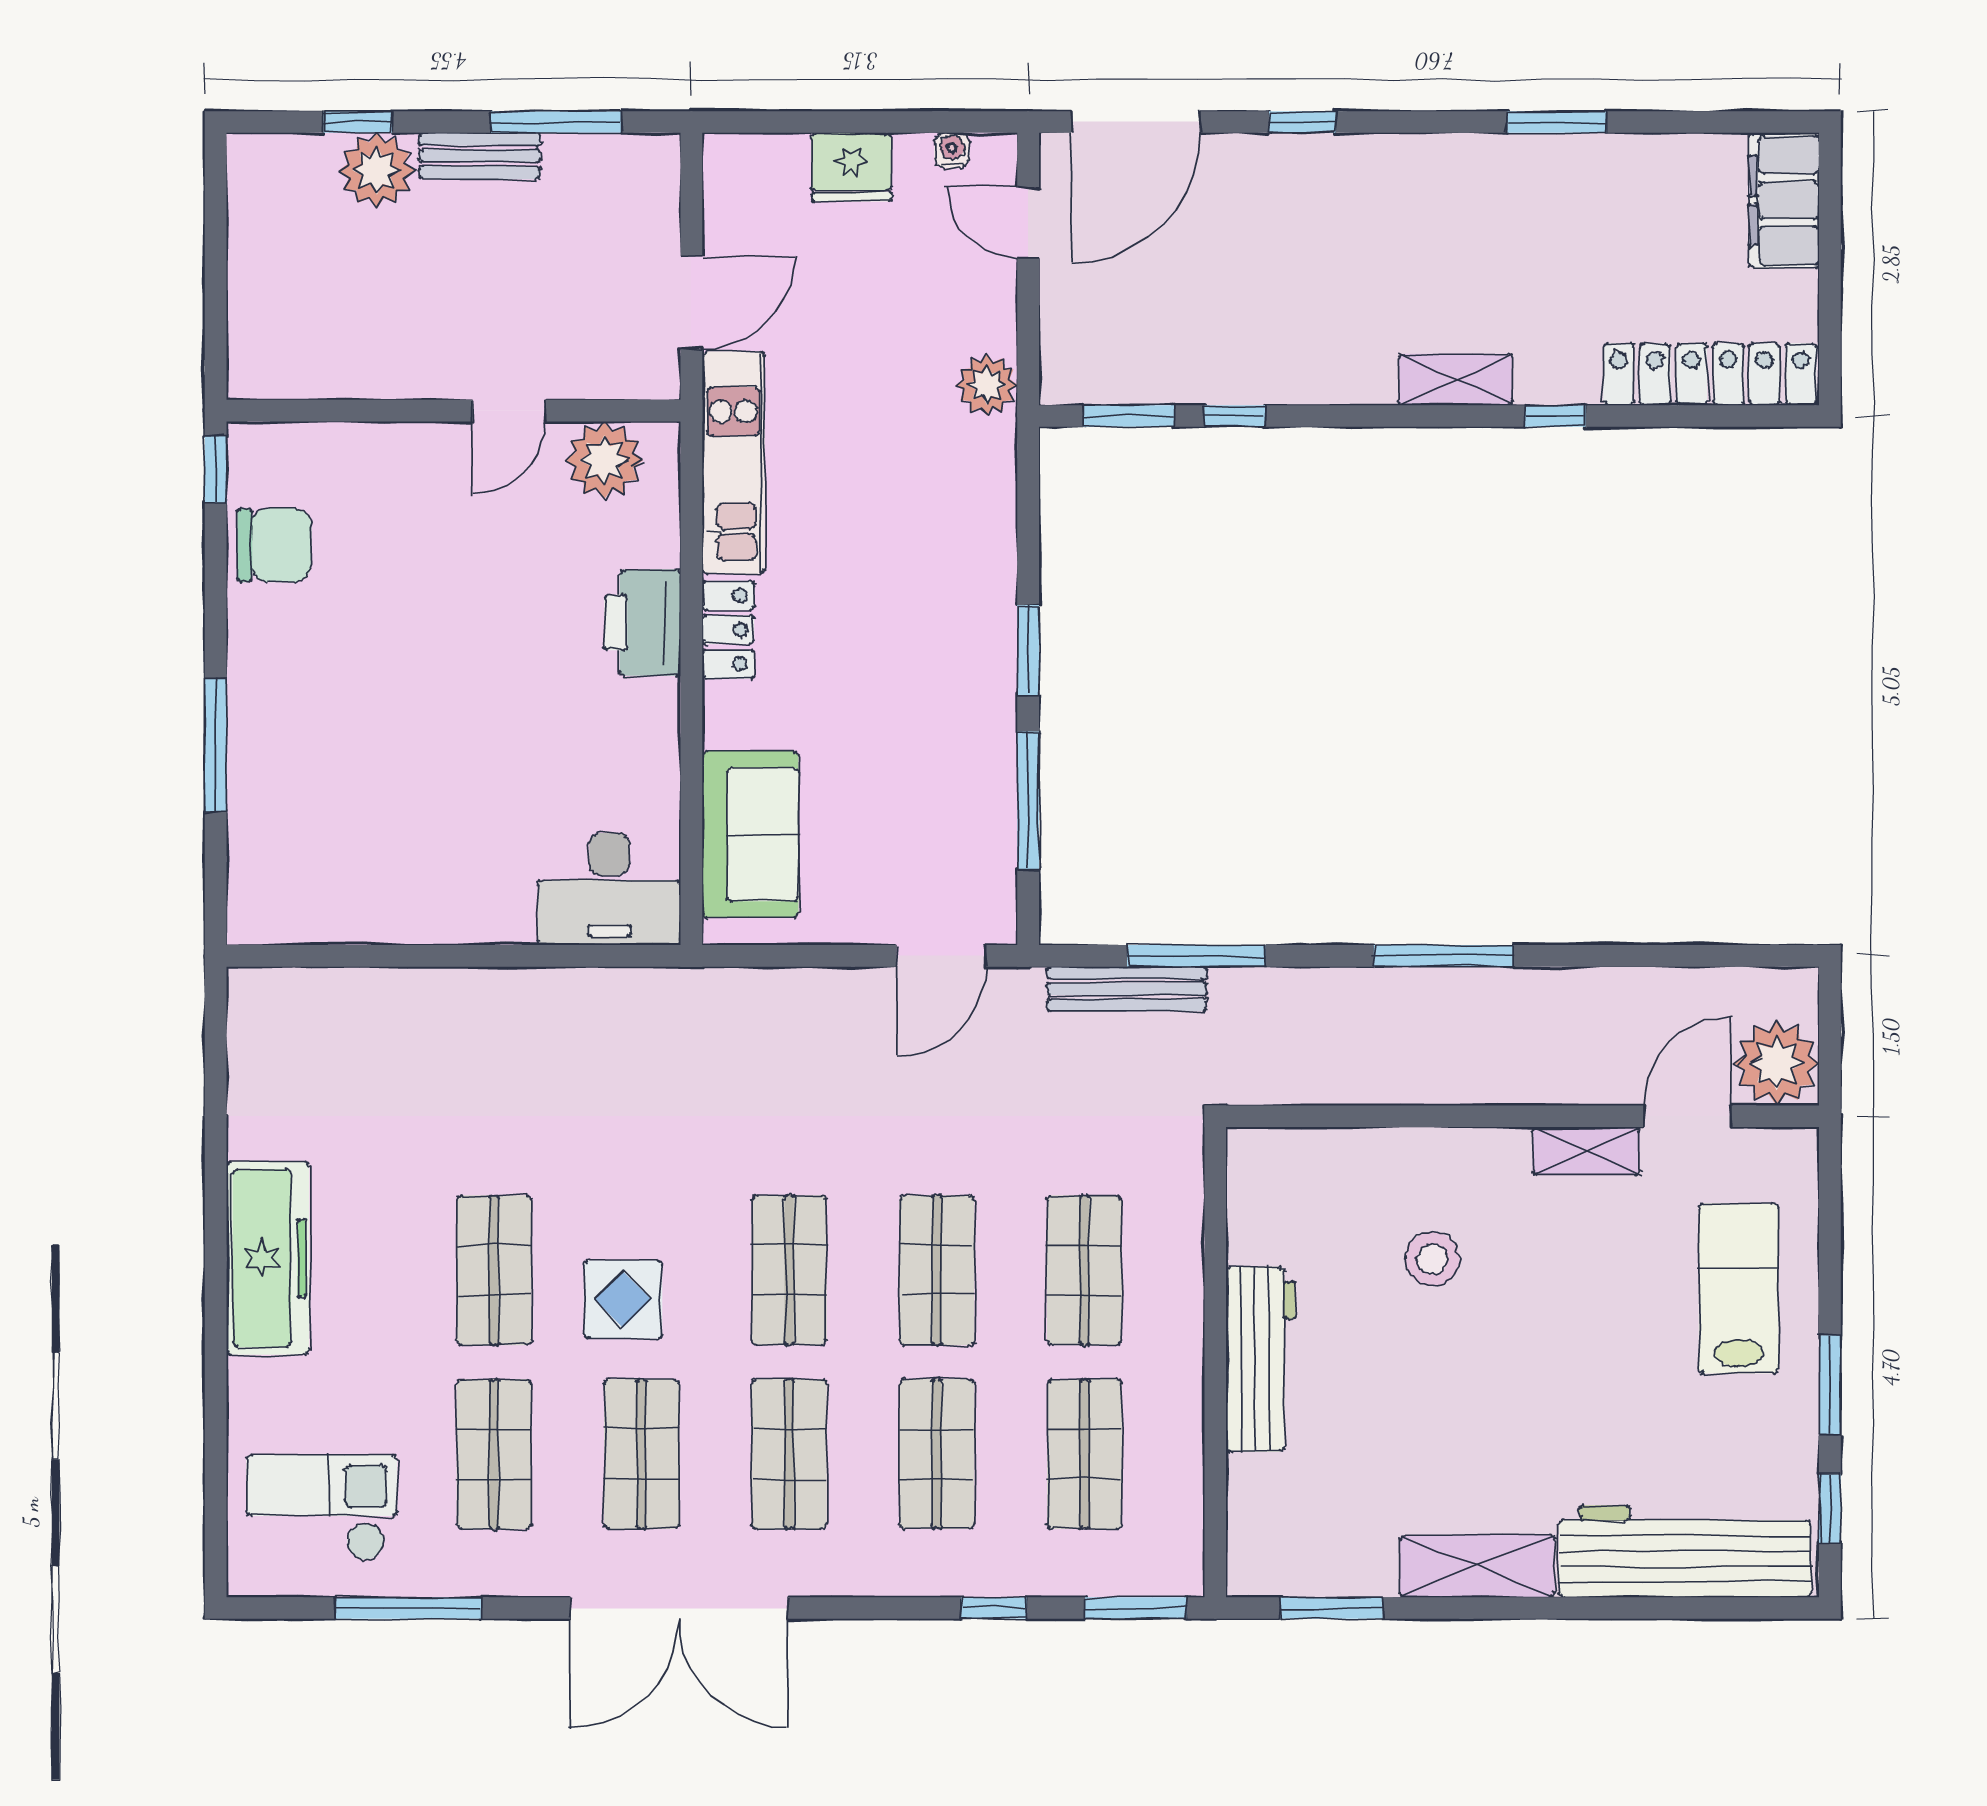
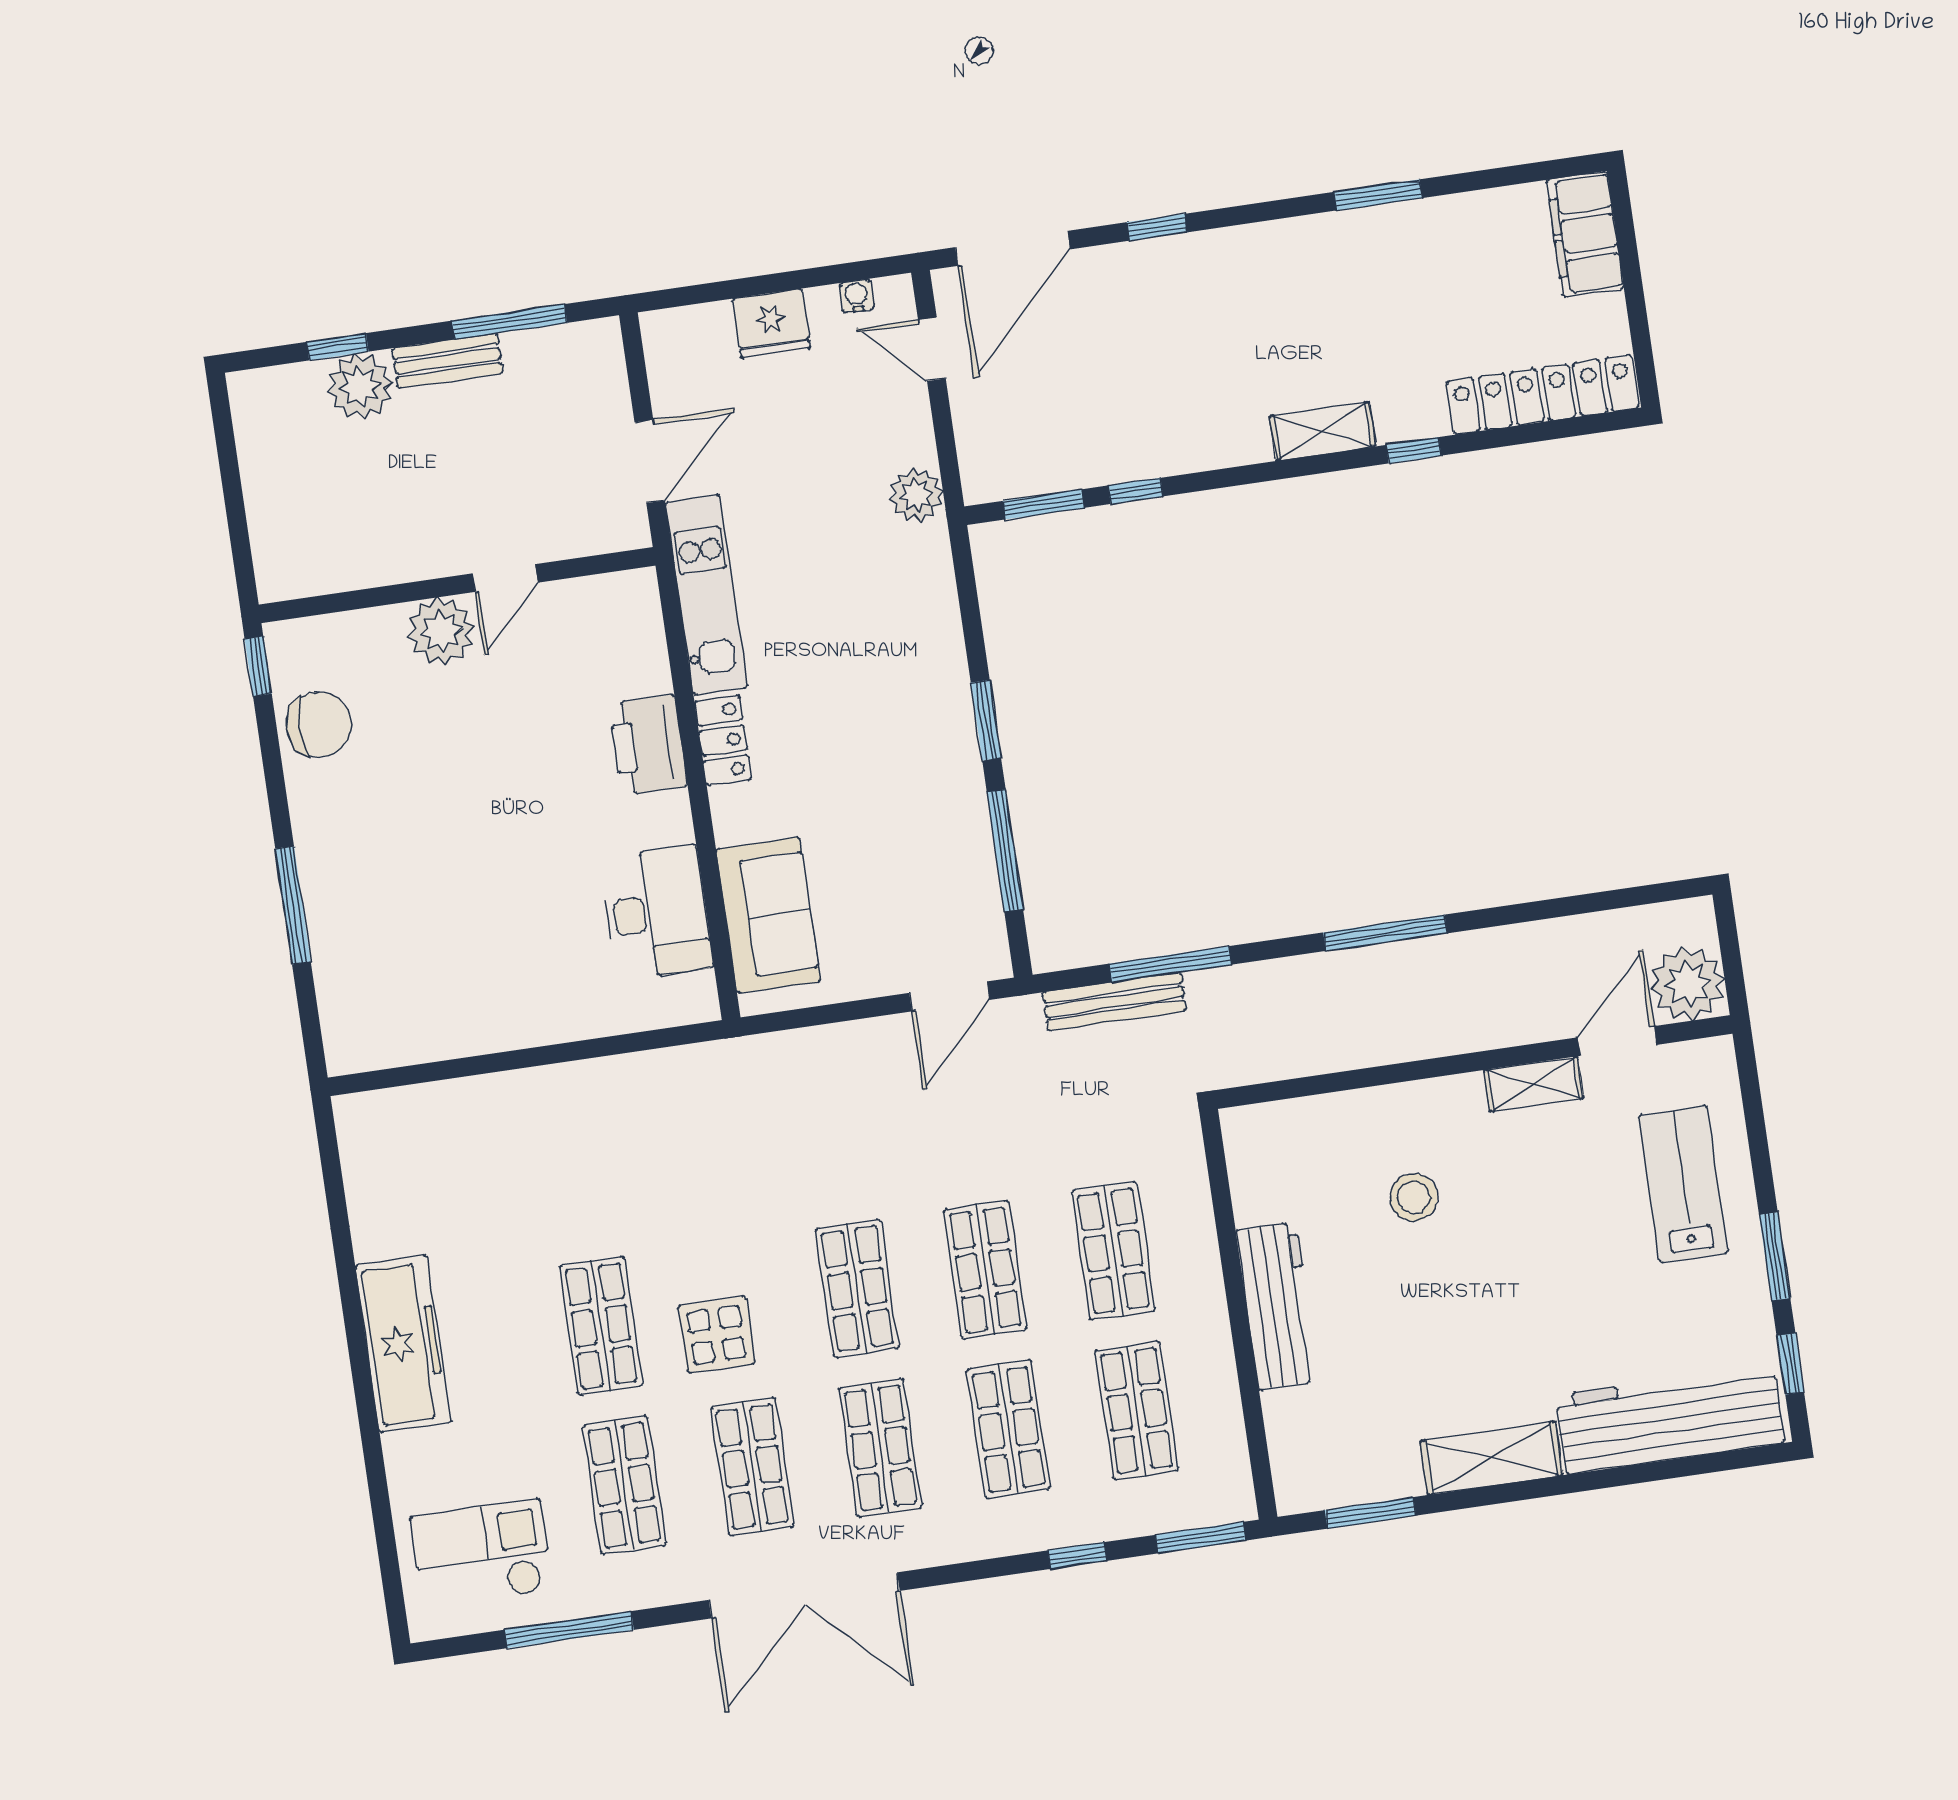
plant: (604, 460) -> (441, 631), moved
desk: (609, 889) -> (656, 913), moved, turned -90

